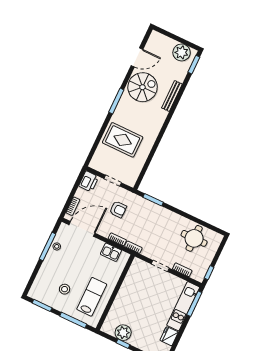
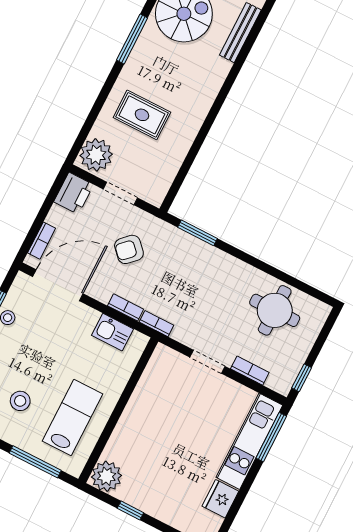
rug: (123, 140) -> (142, 115), width x0.73, depth x0.70
plant: (100, 161) -> (96, 155), added
armchair: (118, 209) -> (129, 249), turned 136
plant: (123, 333) -> (107, 476), moved

